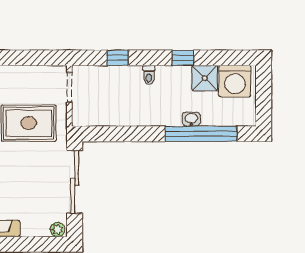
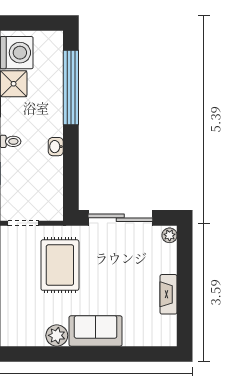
washbasin: (191, 119) -> (56, 147), moved

